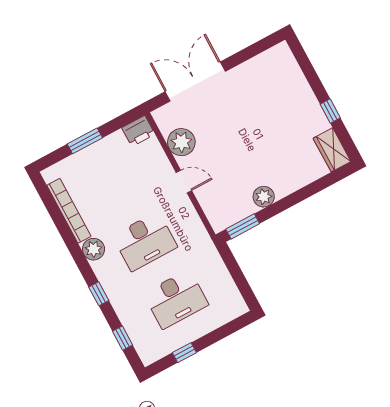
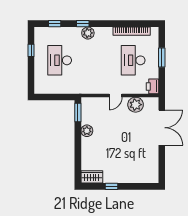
desk: (145, 241) -> (133, 60), moved
plant: (94, 249) -> (88, 33), moved

